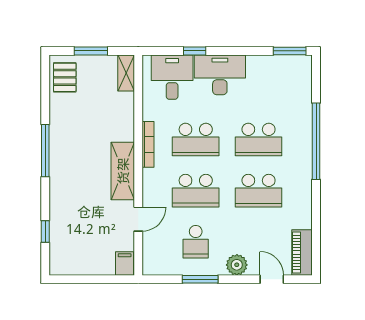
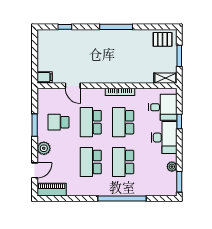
plant: (266, 63) -> (172, 167), added
shelving: (123, 171) -> (103, 76), removed

